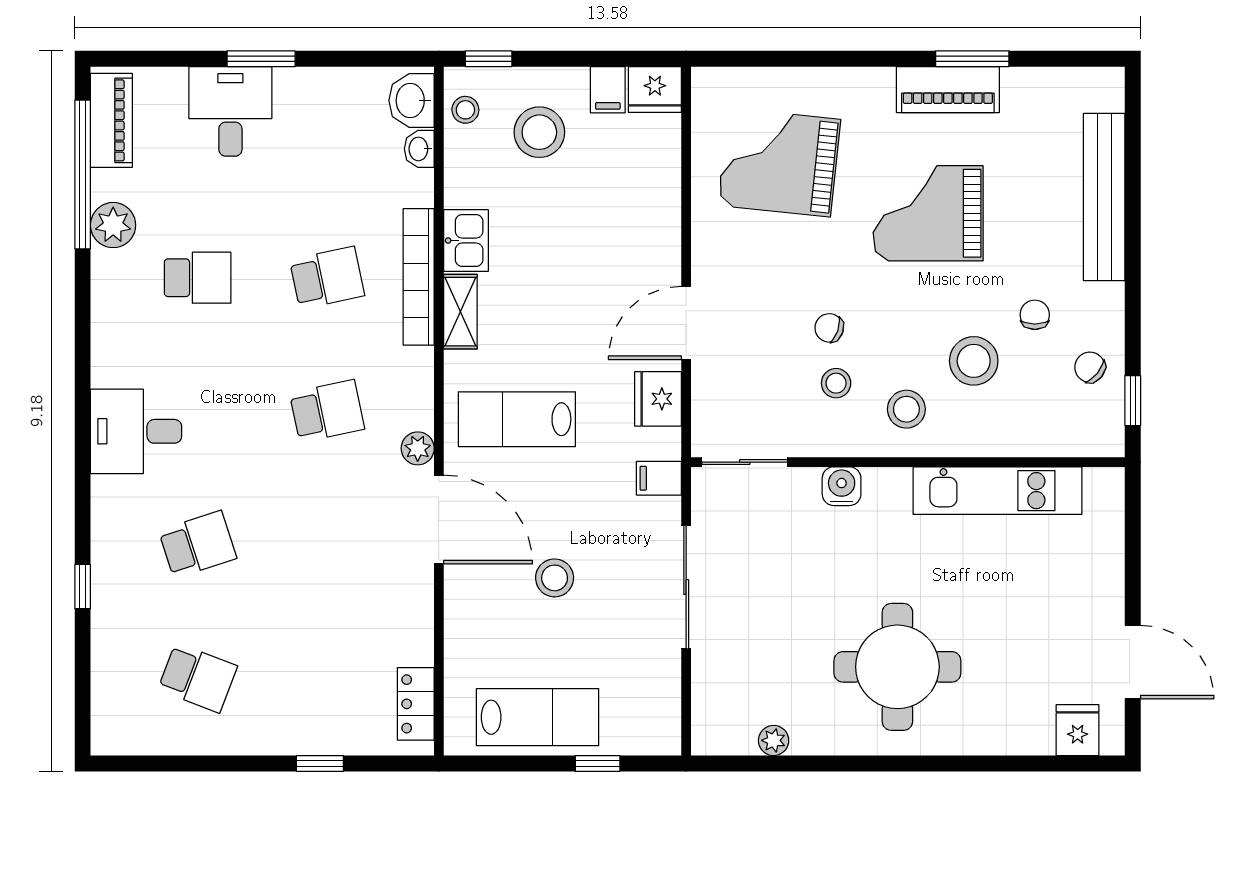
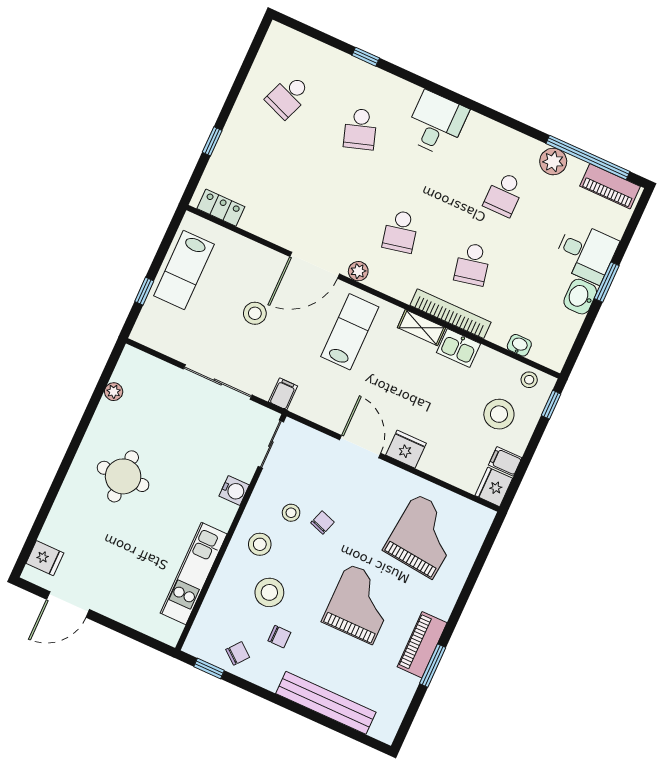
washbasin: (412, 100) -> (580, 297), moved, turned -90
fridge: (658, 399) -> (406, 449), moved
round table: (897, 667) -> (123, 476), width x0.73, depth x0.73

